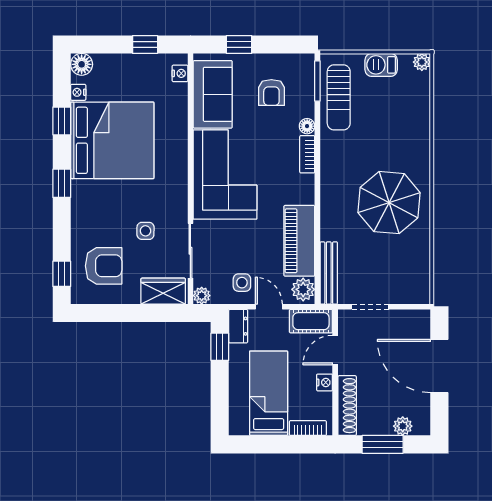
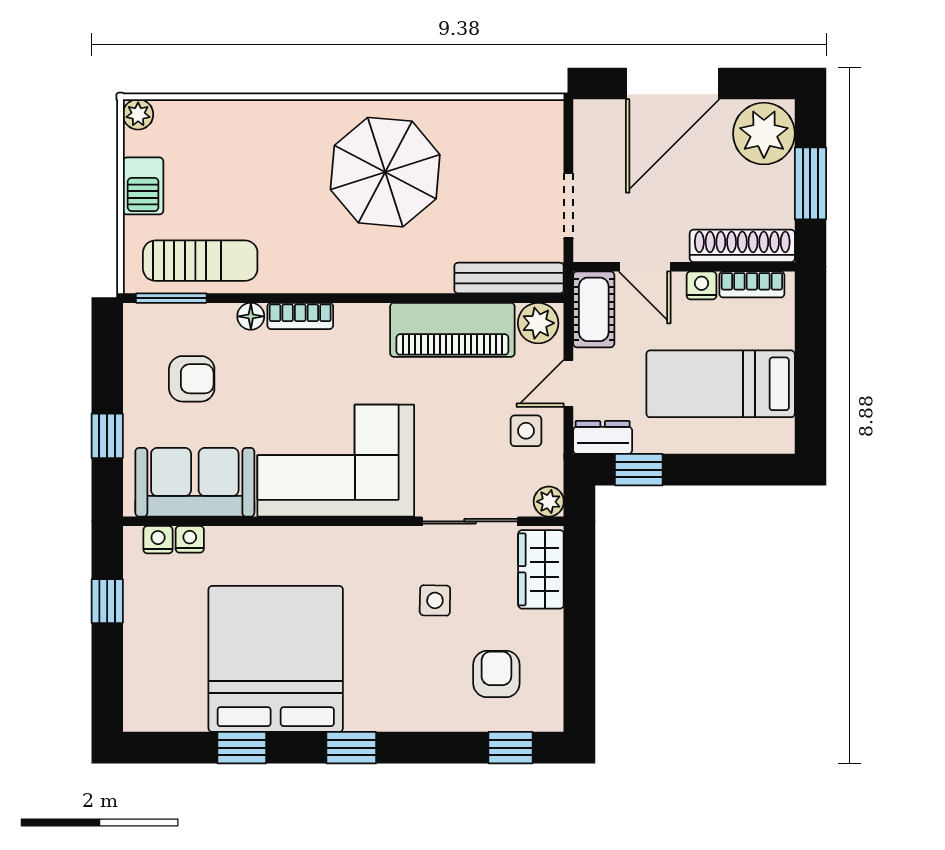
floor lamp: (82, 64) -> (142, 713), removed
nightstand: (78, 92) -> (190, 539), moved, turned 180
armchair: (104, 266) -> (496, 674), width x0.72, depth x0.72
plant: (403, 426) -> (764, 134), width x1.88, depth x1.88
bookcase: (308, 428) -> (752, 284), moved, turned -90

